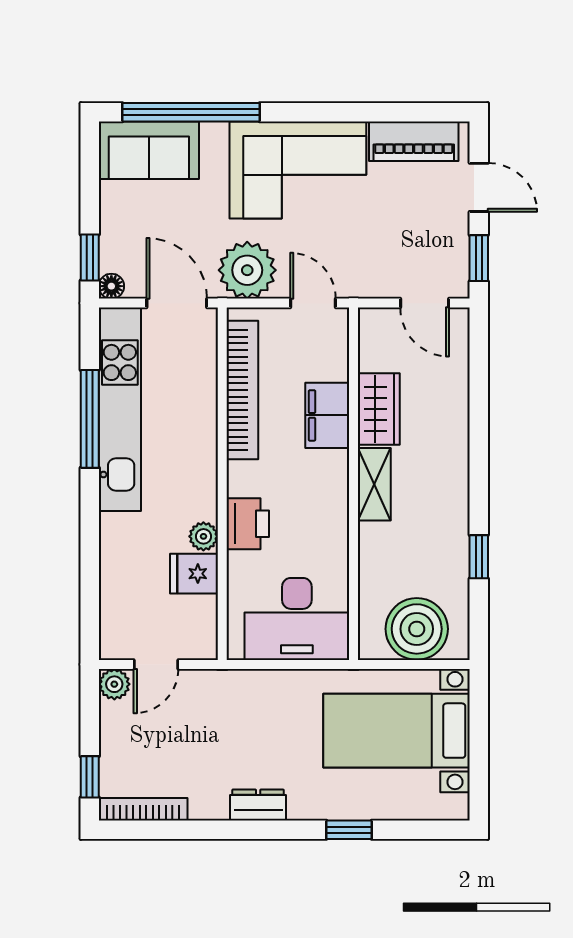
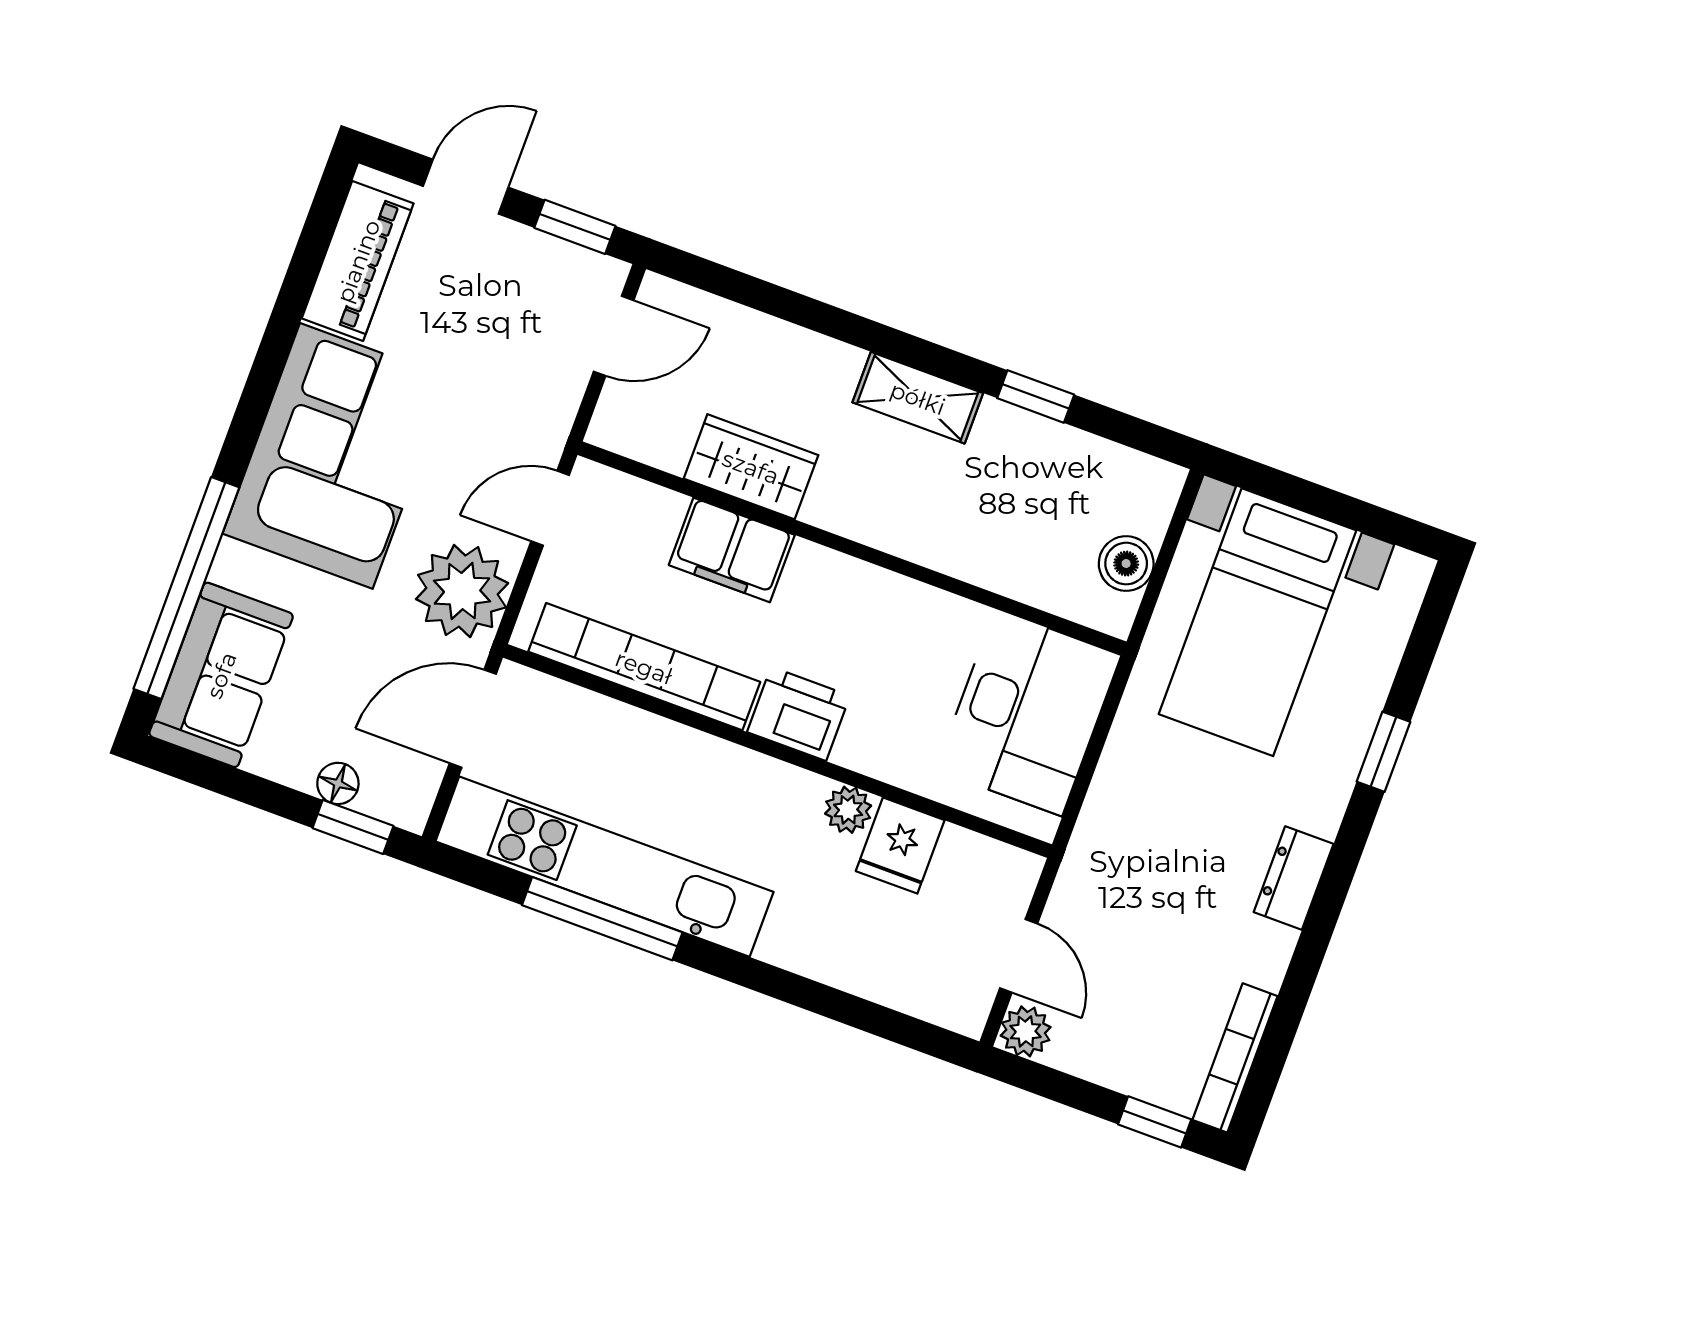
floor lamp: (111, 286) -> (338, 783), moved
shelving: (374, 484) -> (918, 398), moved
printer: (248, 524) -> (799, 714), moved
boiler: (417, 629) -> (1126, 564), width x0.54, depth x0.54

